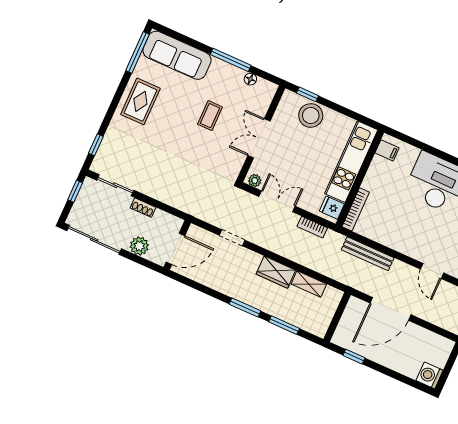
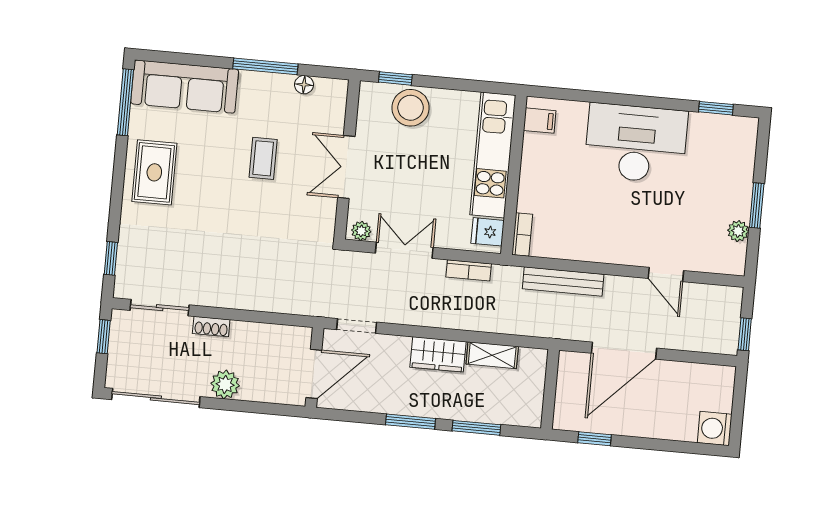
bookcase: (356, 209) -> (522, 234), width x0.64
wall: (177, 245) -> (314, 367), moved
door: (175, 249) -> (314, 374), moved

